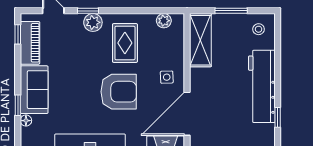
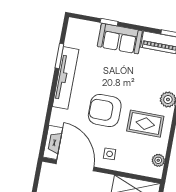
armchair: (119, 92) -> (105, 111), turned 90
floor lamp: (26, 121) -> (95, 27), removed

